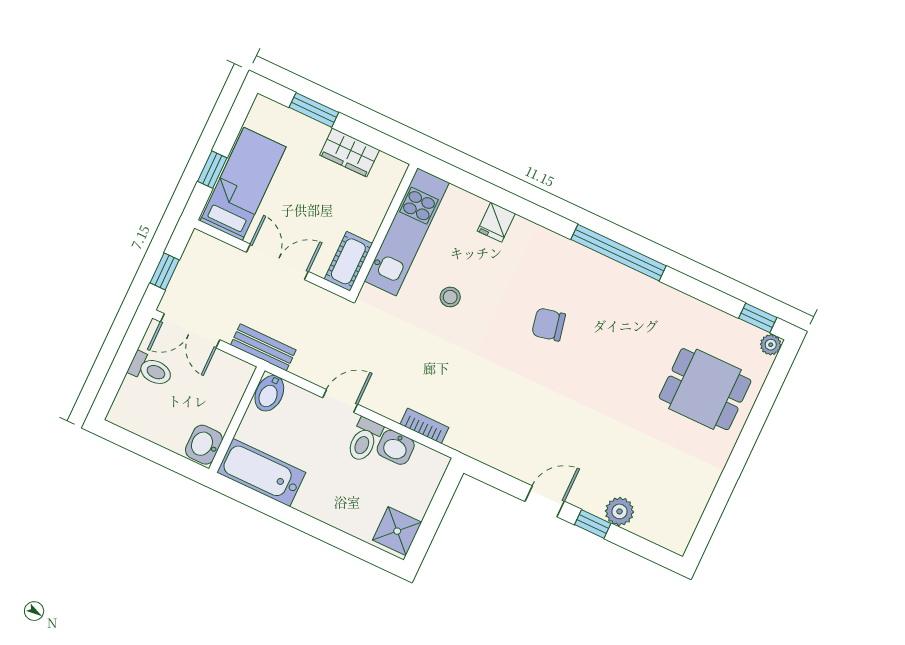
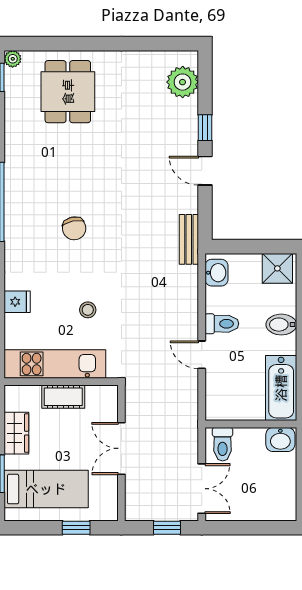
bed: (243, 184) -> (46, 489), moved, turned 180
cot: (348, 261) -> (63, 397), moved
bench: (263, 347) -> (189, 239), moved
toilet: (151, 370) -> (223, 444), moved, turned 180
bidet: (269, 393) -> (281, 325), moved, turned 180
bookcase: (424, 426) -> (191, 285), removed
washbasin: (396, 447) -> (216, 273), moved
plant: (619, 511) -> (183, 82), moved, width x1.36, depth x1.36

